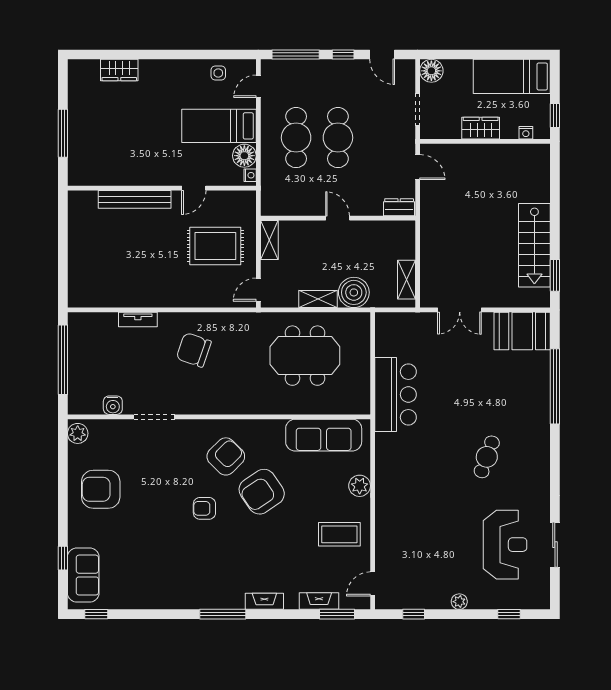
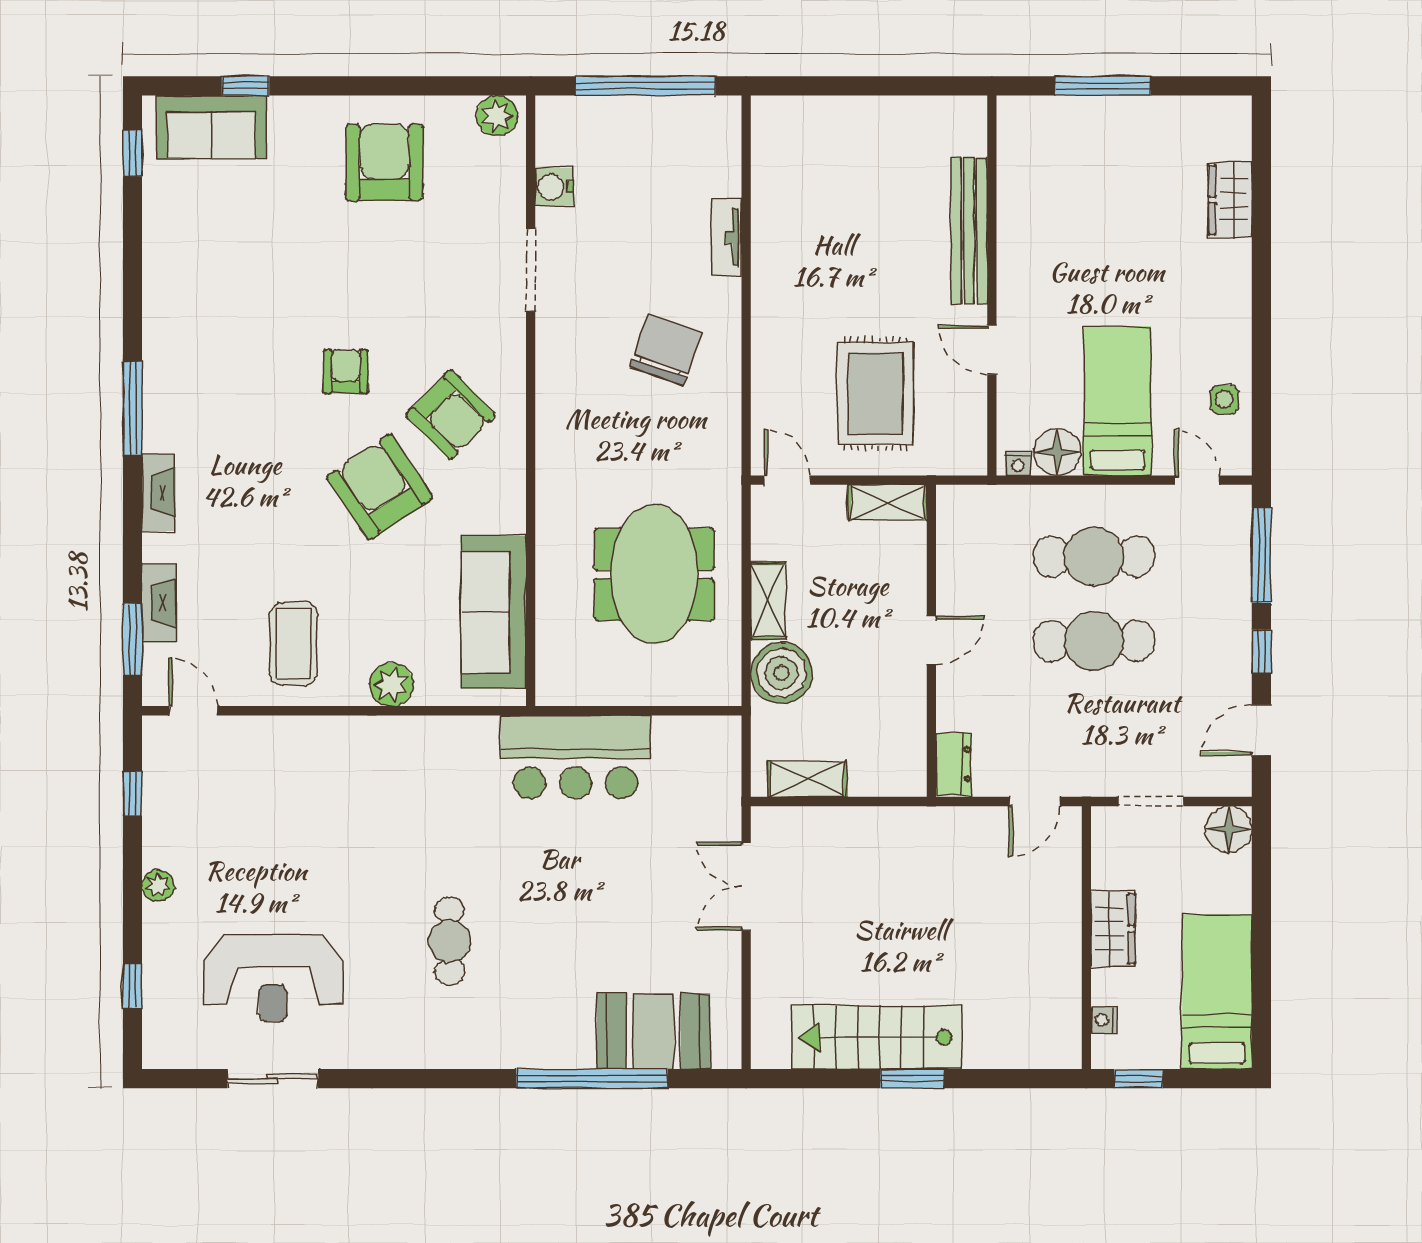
window: (555, 275) -> (912, 1079), moved
booth: (522, 331) -> (653, 1031), moved, turned 90
cafe table: (487, 457) -> (450, 941), turned 70

